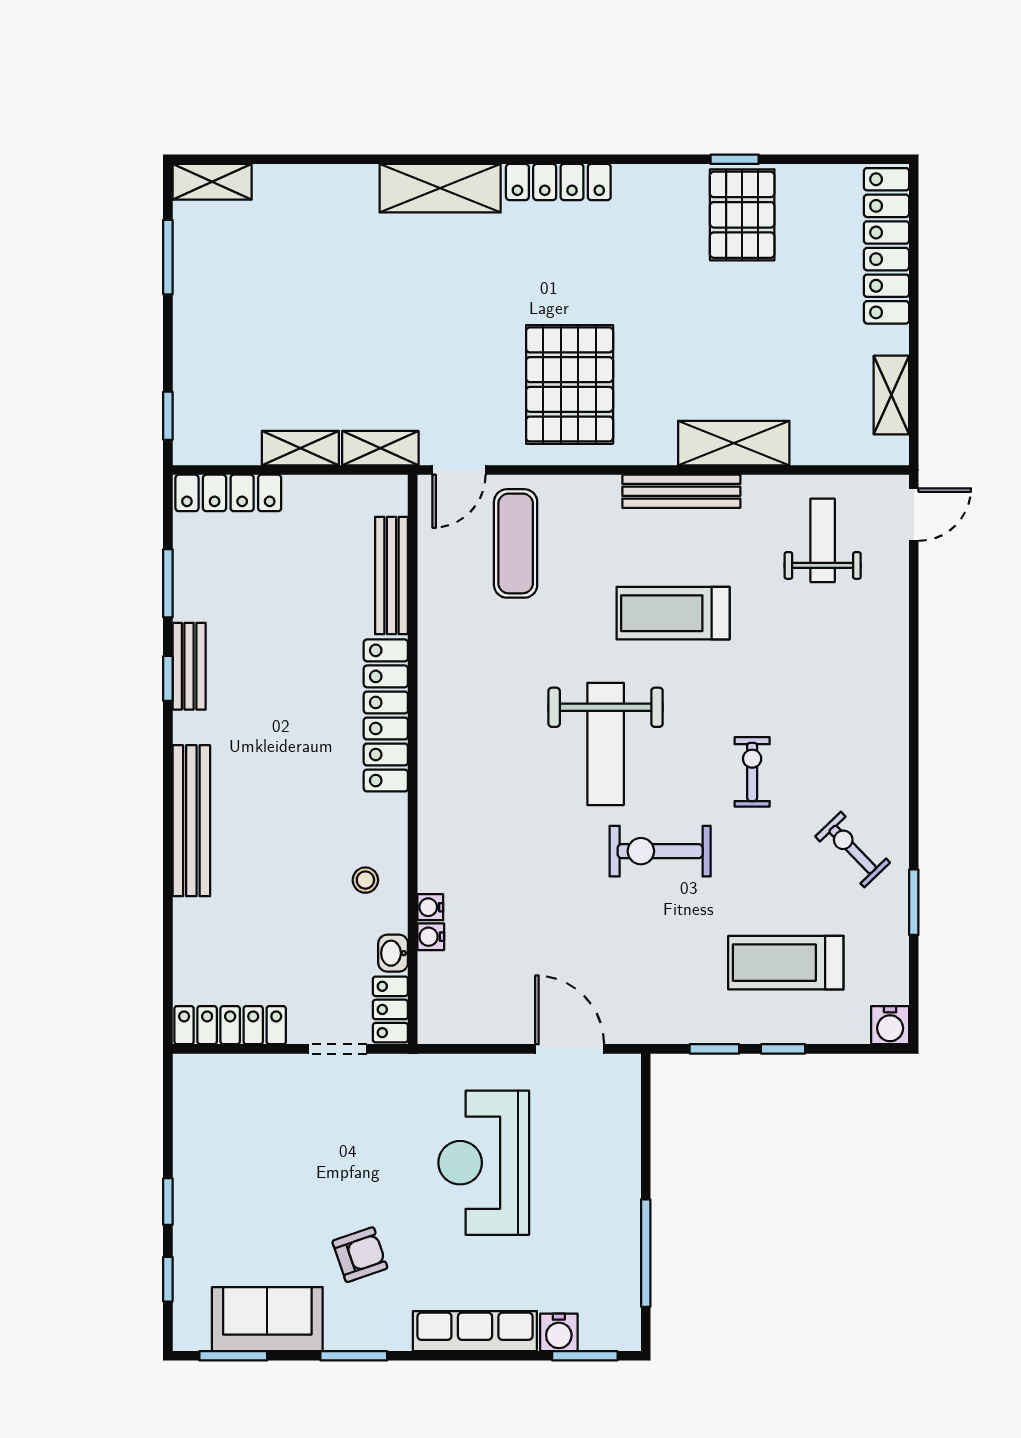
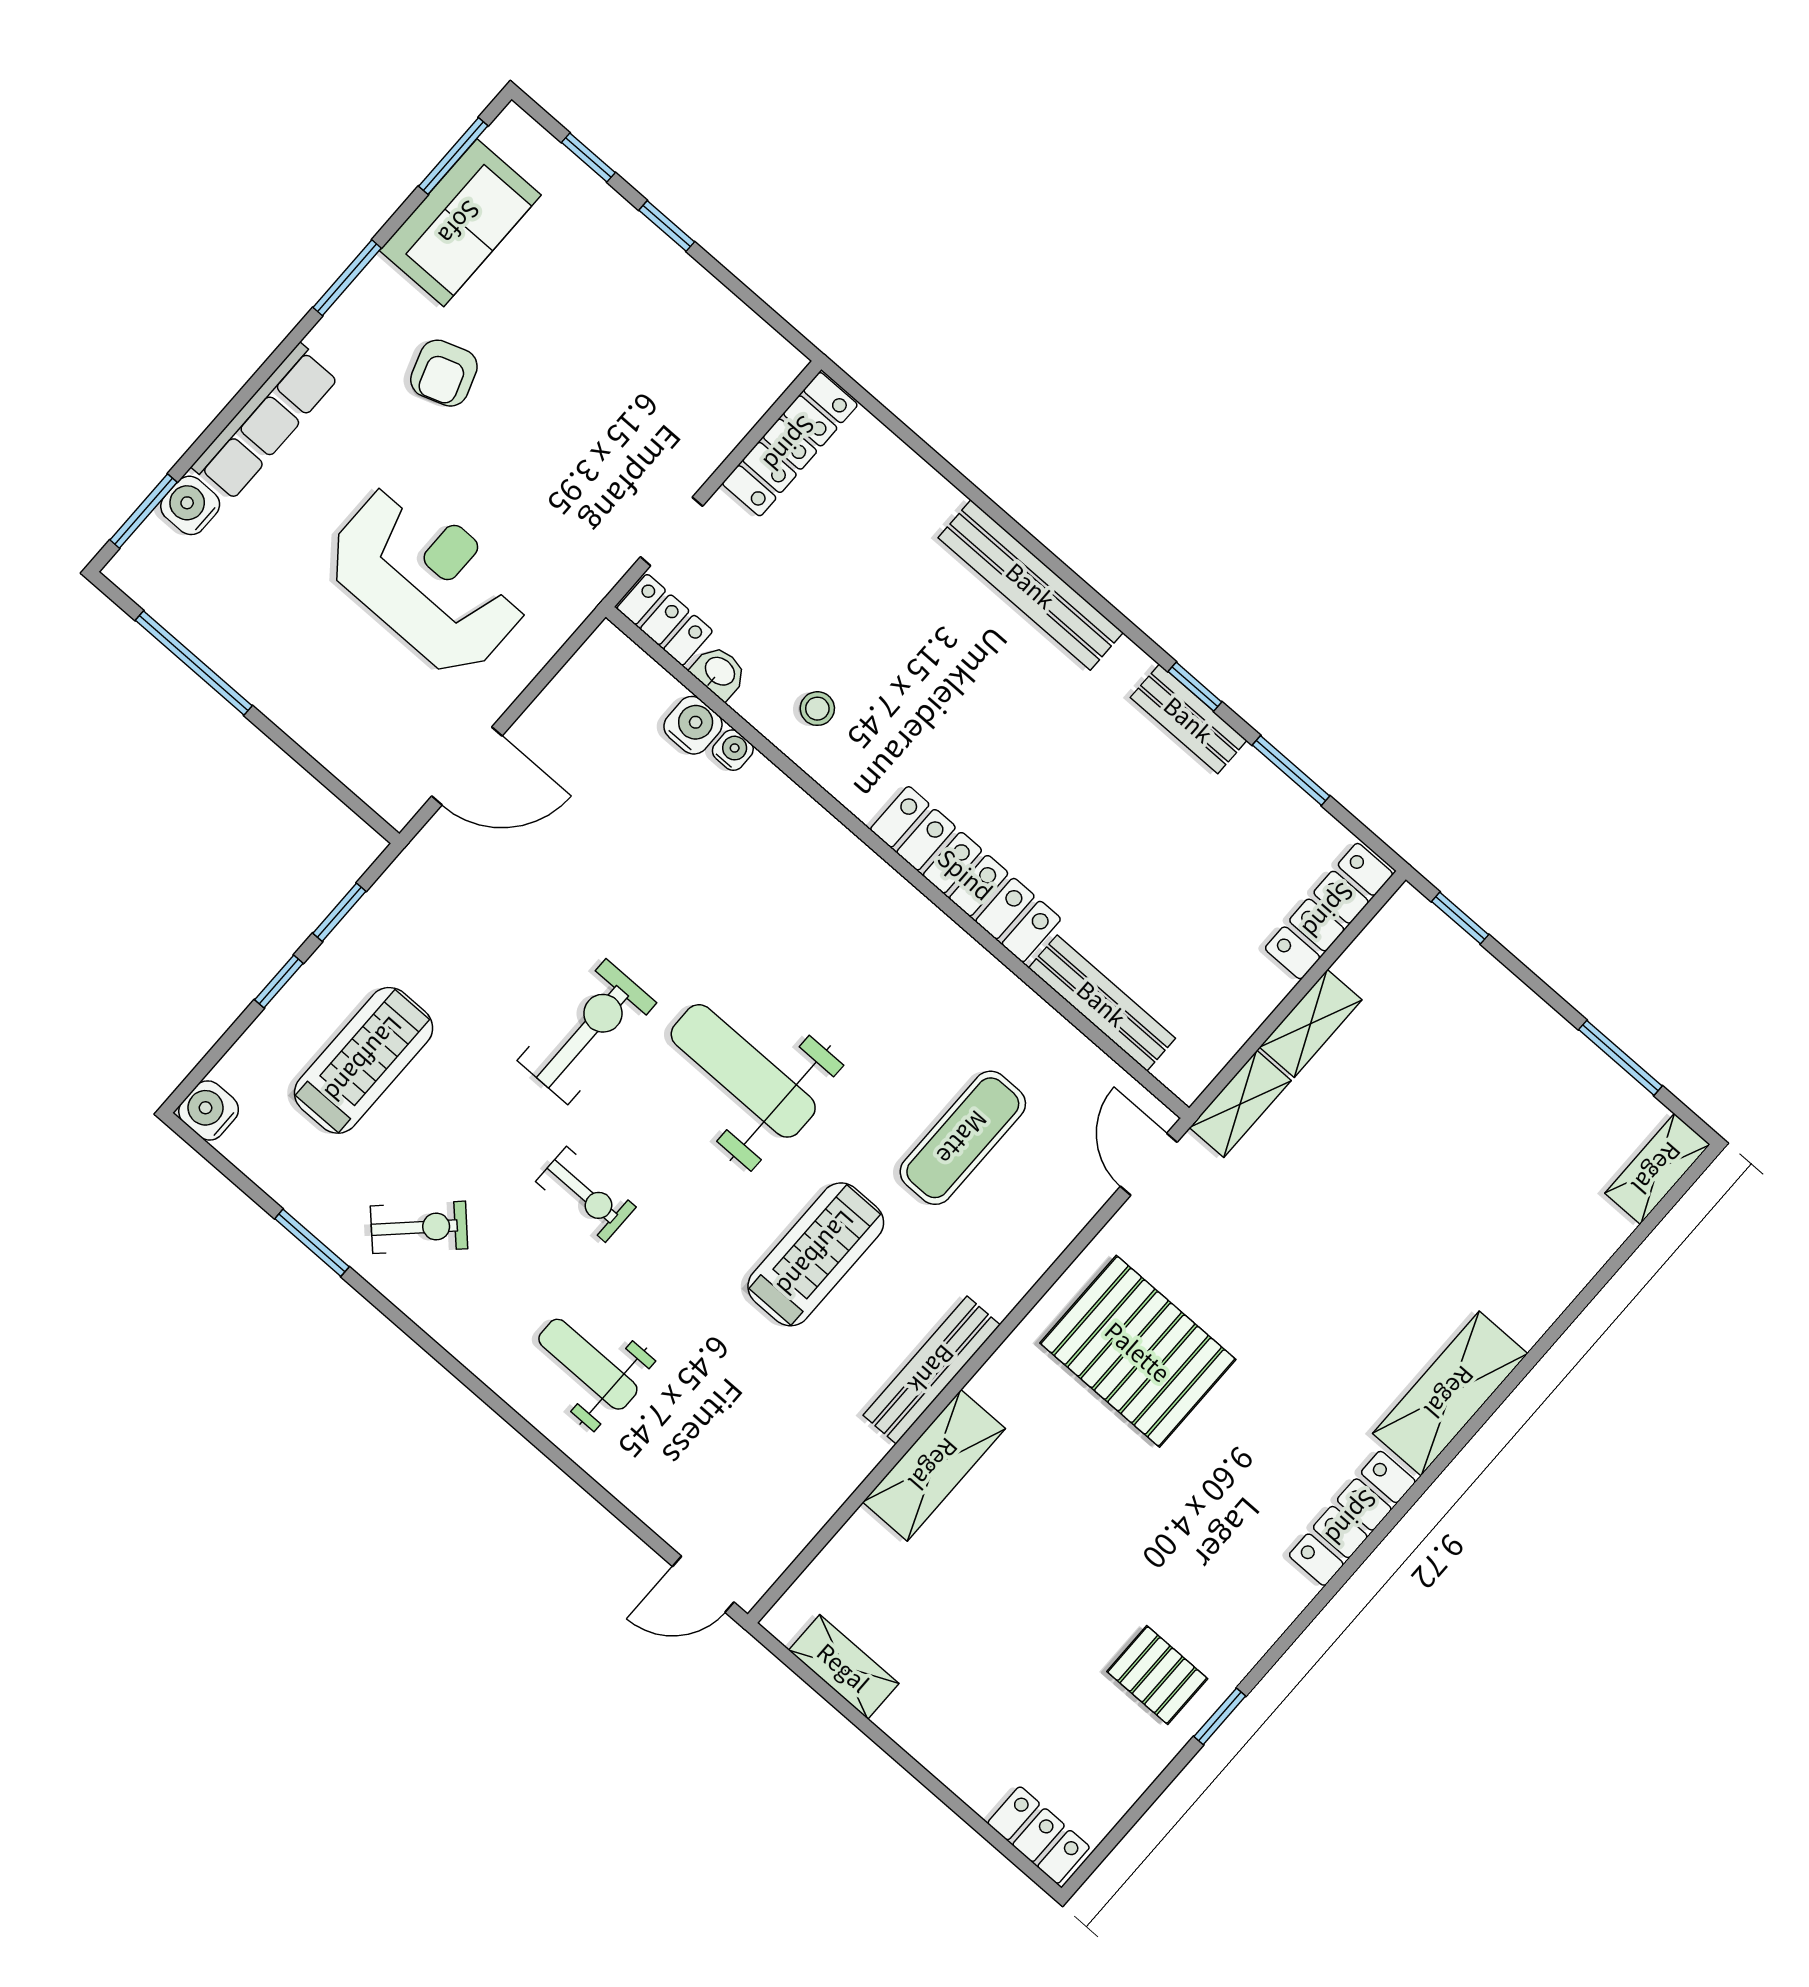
pallet: (742, 215) -> (1157, 1675), width x0.67, depth x0.71
locker: (886, 246) -> (1039, 1835), width x0.46, depth x0.83
door: (914, 515) -> (703, 1584), hinge flipped
weight bench: (823, 540) -> (588, 1364), moved, turned 180
exercise mat: (516, 543) -> (963, 1138), moved, turned 90
water cooler: (431, 937) -> (693, 725), width x1.38, depth x1.38

